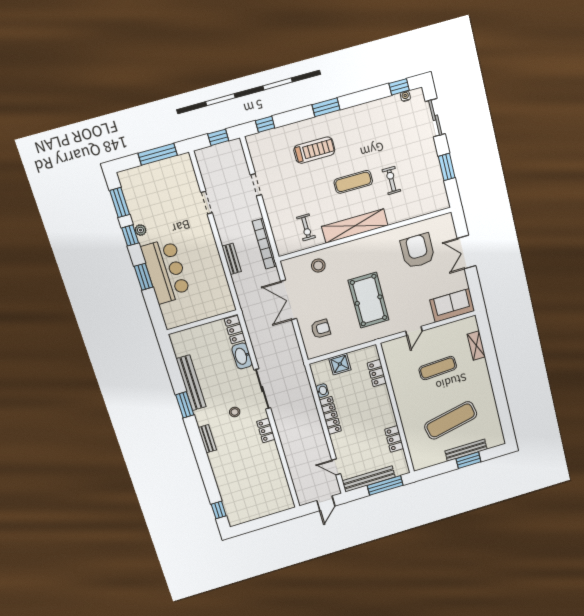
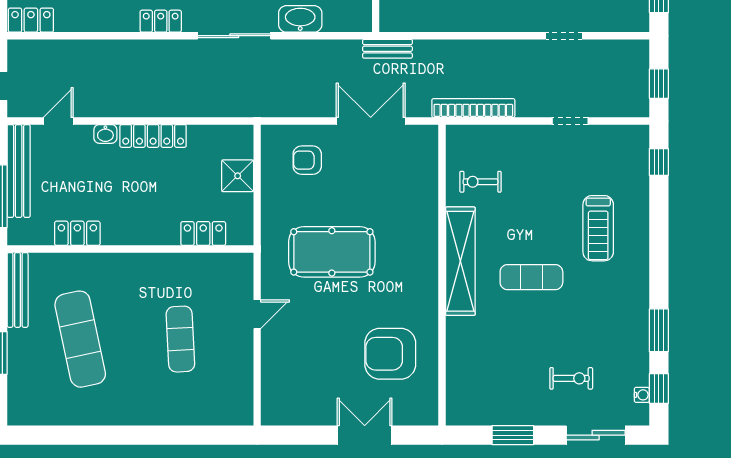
window: (326, 107) -> (659, 330), moved
exercise bike: (391, 181) -> (571, 378), moved
exercise mat: (353, 182) -> (531, 277), turned 90
armchair: (418, 251) -> (390, 354), turned 180
bench: (232, 259) -> (387, 49), moved
stool: (318, 266) -> (413, 185), removed
sofa: (452, 305) -> (281, 390), removed
armchair: (321, 329) -> (307, 160), turned 90
locker: (235, 330) -> (31, 20), moved
door: (414, 331) -> (257, 314), swing flipped
shelving: (476, 346) -> (200, 414), removed
washbasin: (322, 391) -> (105, 134), moved
bench: (466, 450) -> (18, 290), moved

